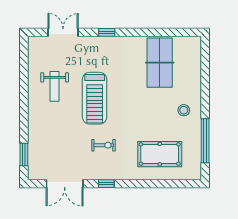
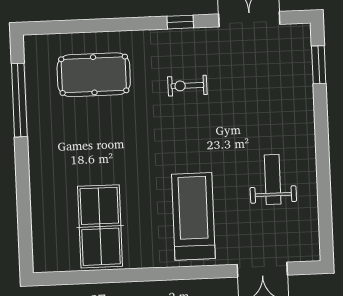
window: (107, 32) -> (190, 273), removed
treadmill: (95, 98) -> (193, 216), moved
stool: (184, 110) -> (57, 149), removed

